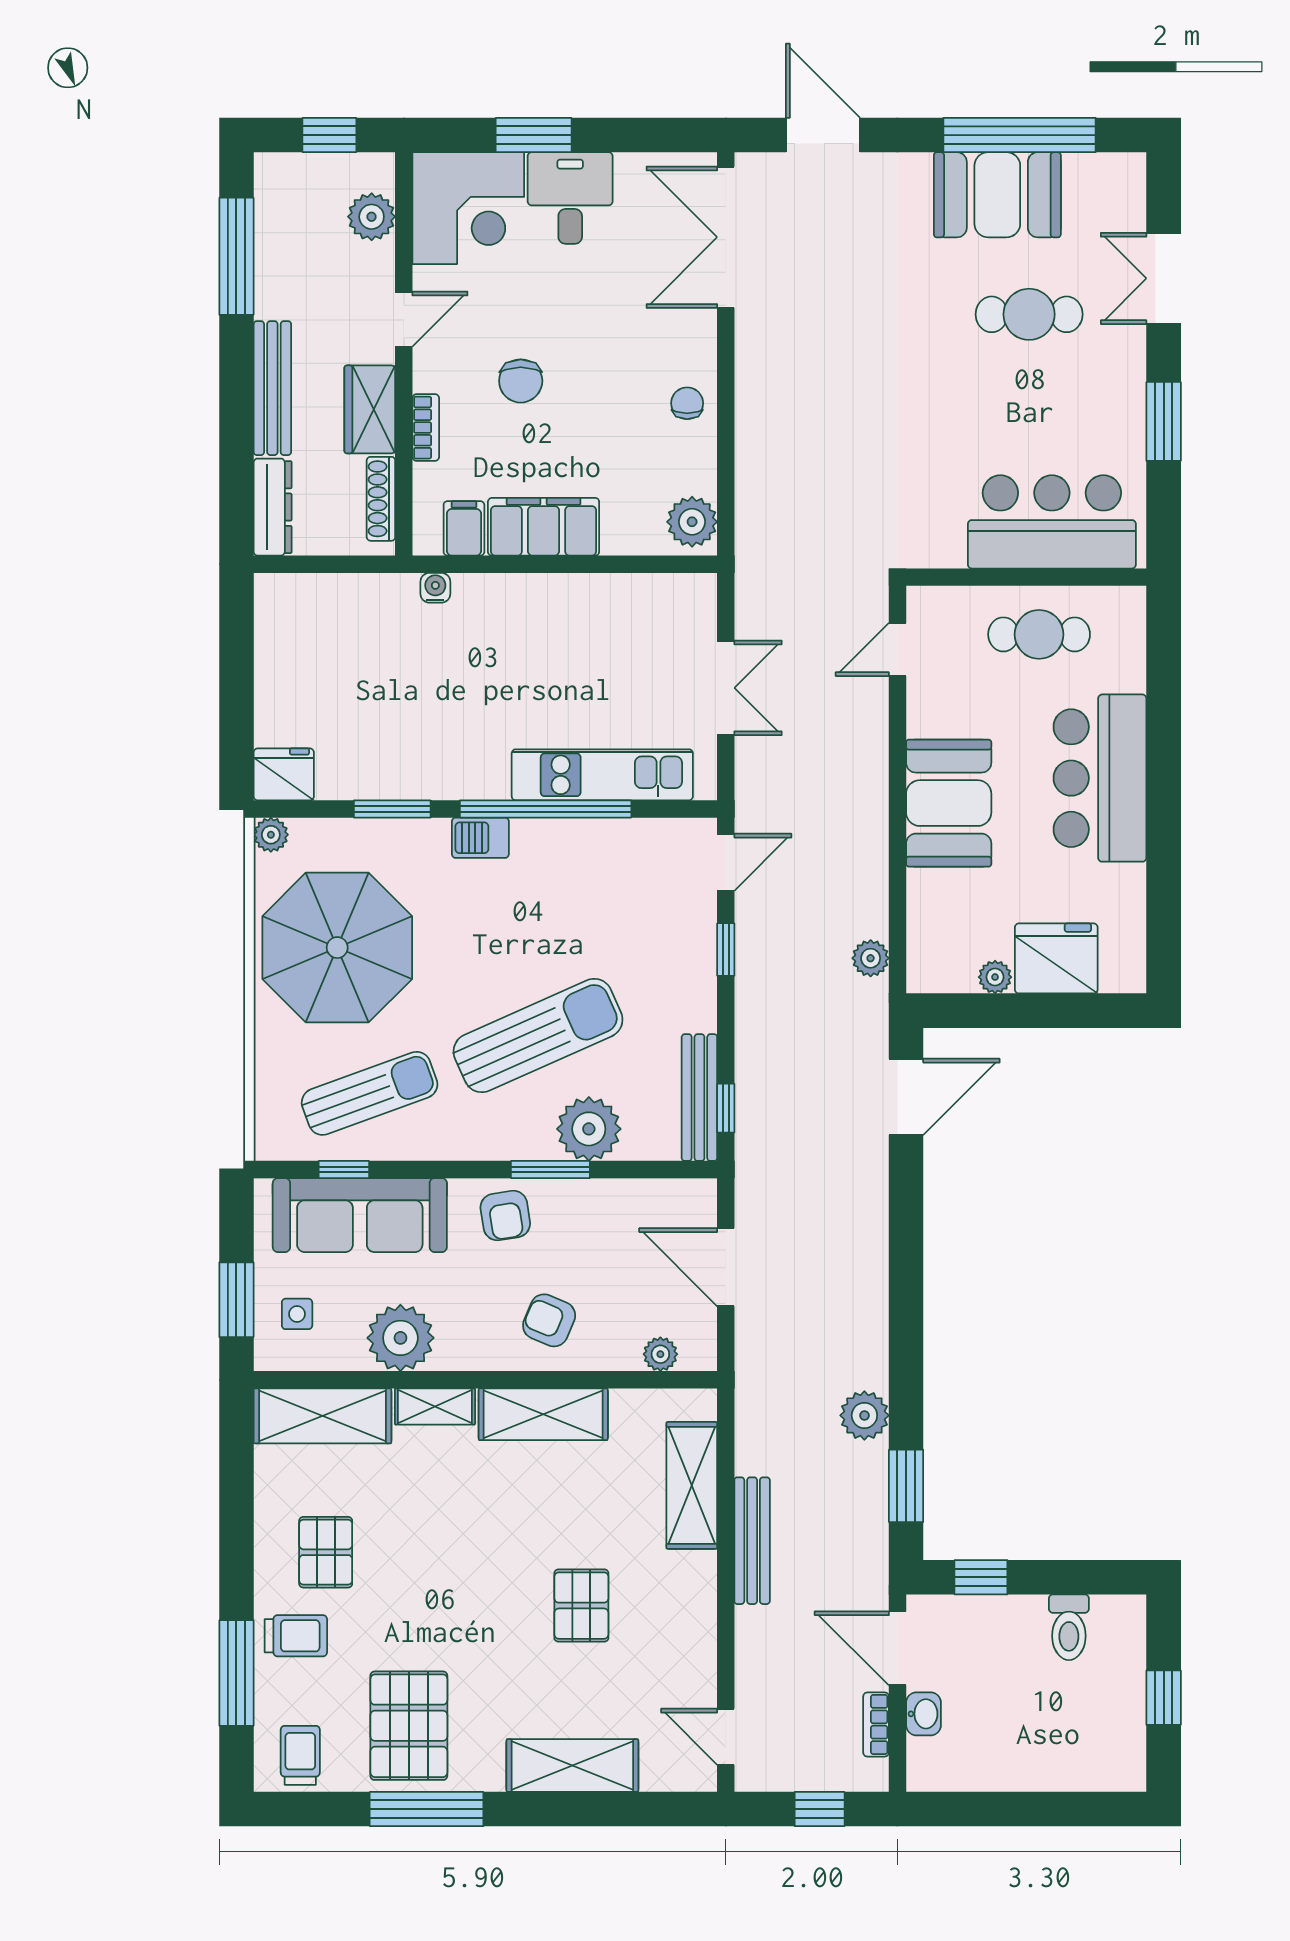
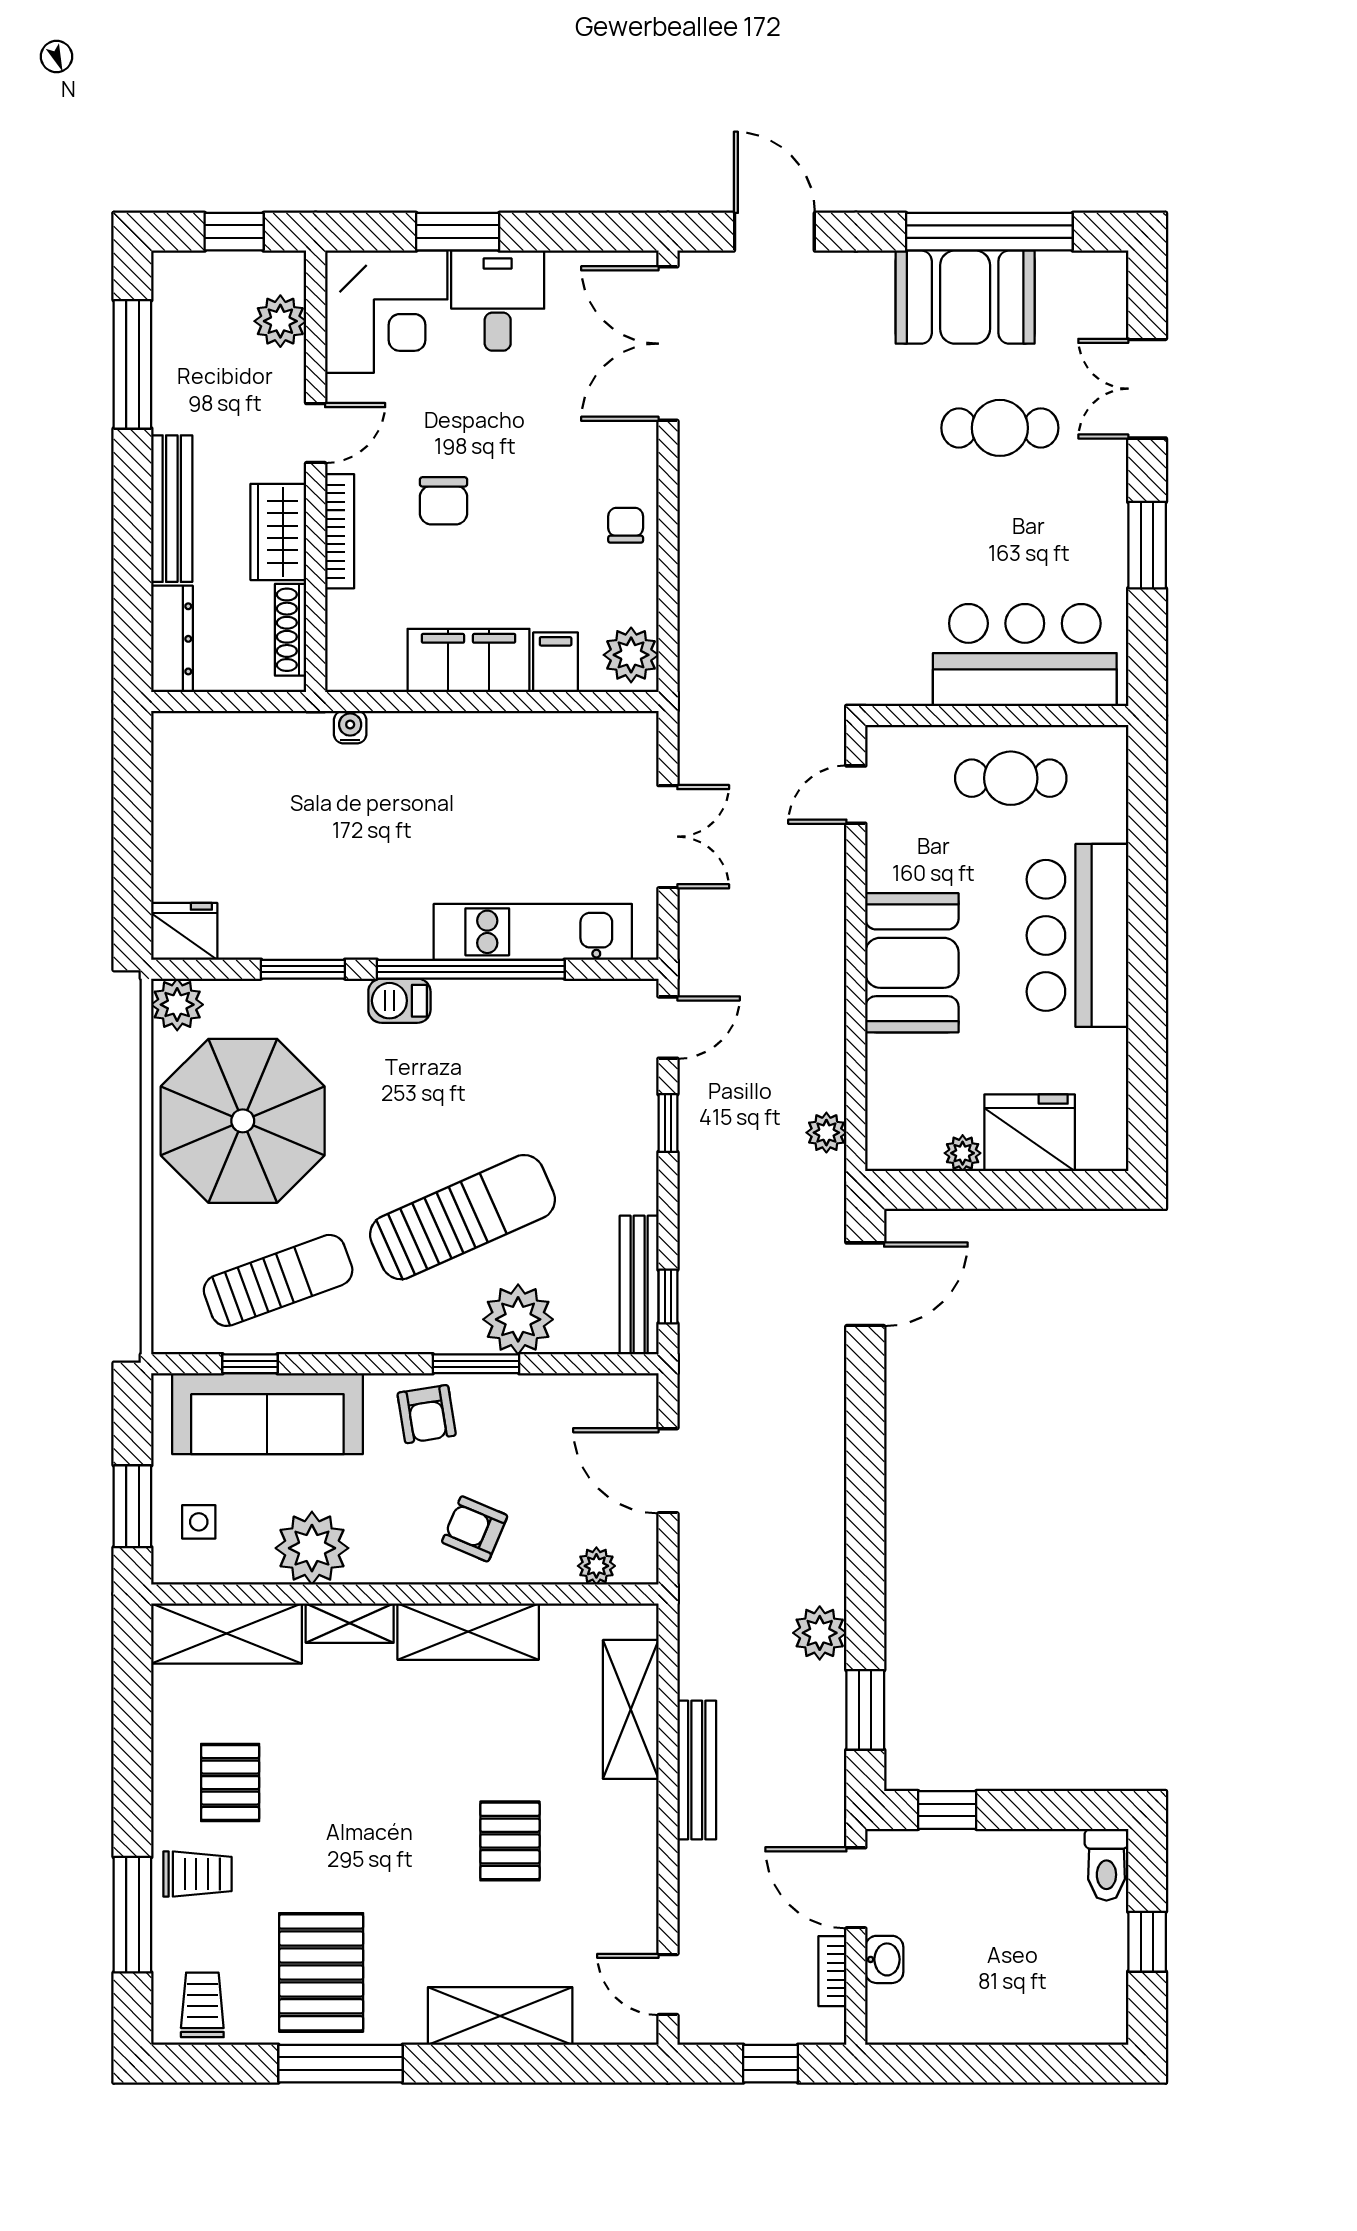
bookcase: (426, 428) -> (340, 531), width x1.56
filing cabinet: (464, 528) -> (556, 662), moved
plant: (271, 835) -> (177, 1005), width x1.38, depth x1.38
toilet: (1069, 1627) -> (1106, 1865), moved

